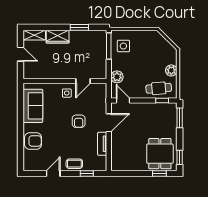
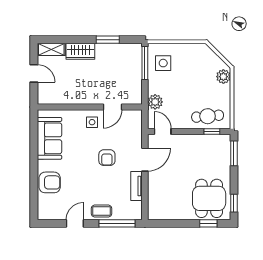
plant: (171, 70) -> (223, 77), moved
window: (87, 174) -> (117, 223), width x2.17

